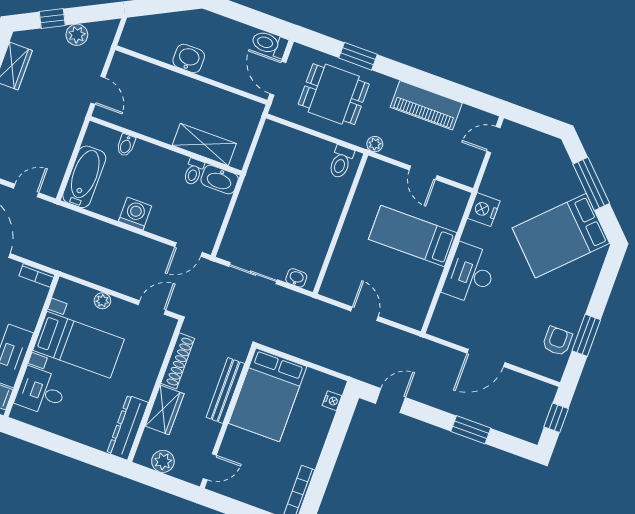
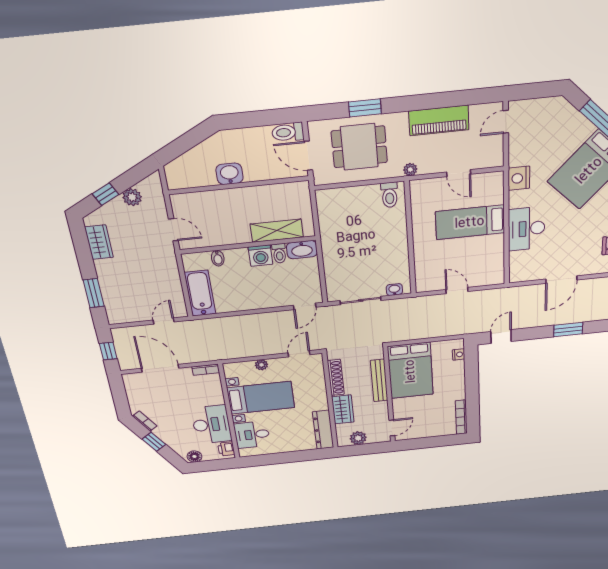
washing machine: (135, 214) -> (260, 256), moved, turned 180

